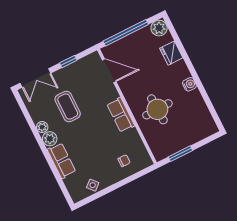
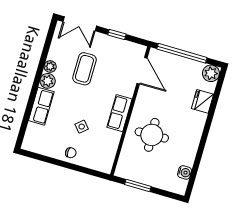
water cooler: (189, 84) -> (185, 172), moved
chair: (124, 161) -> (71, 153), moved
side table: (93, 185) -> (82, 127), moved

